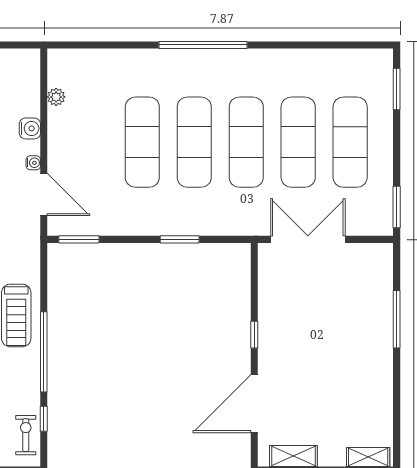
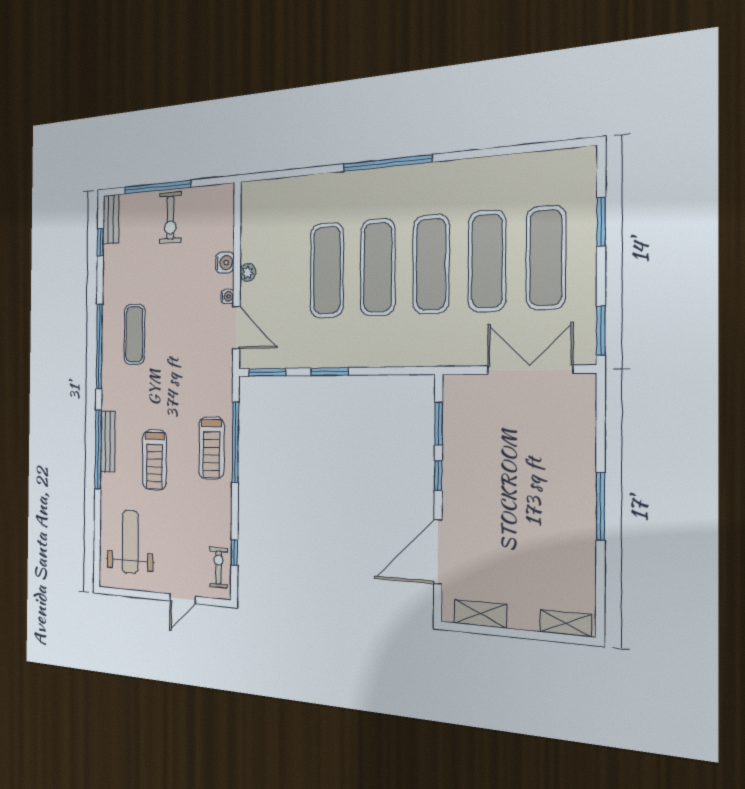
window: (397, 89) -> (601, 222), moved
plant: (56, 97) -> (248, 273), moved
window: (180, 239) -> (330, 372), moved
double door: (308, 239) -> (530, 370), moved
window: (254, 288) -> (439, 424), added
window: (397, 319) -> (600, 506), moved
window: (44, 352) -> (235, 442), moved

